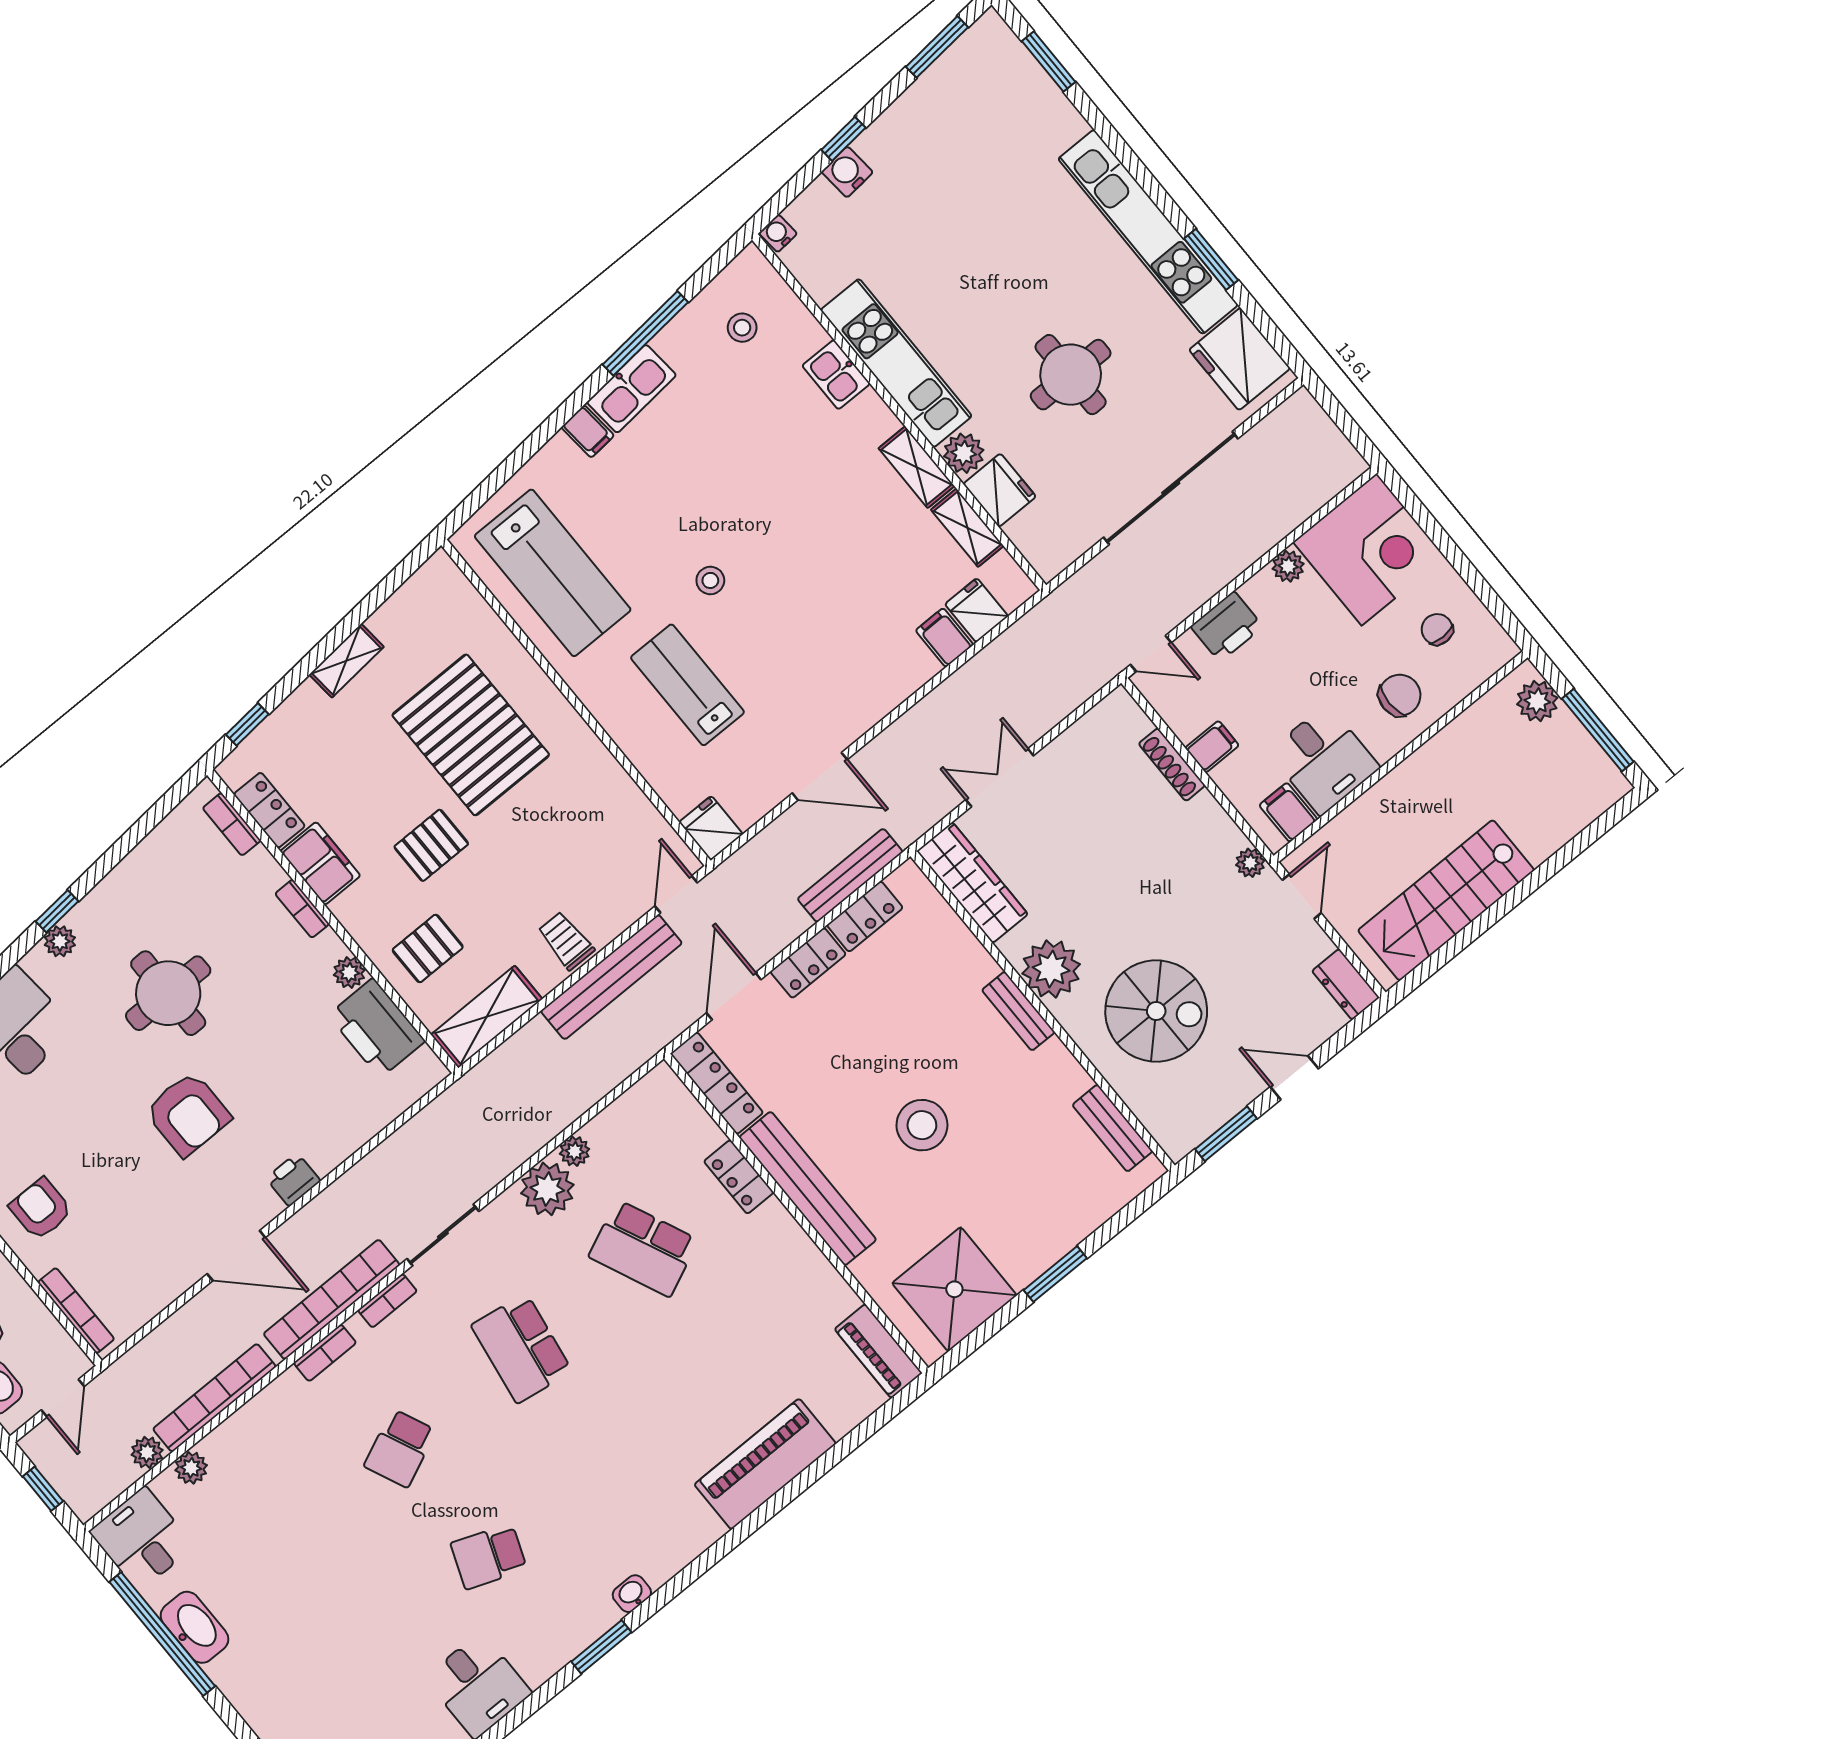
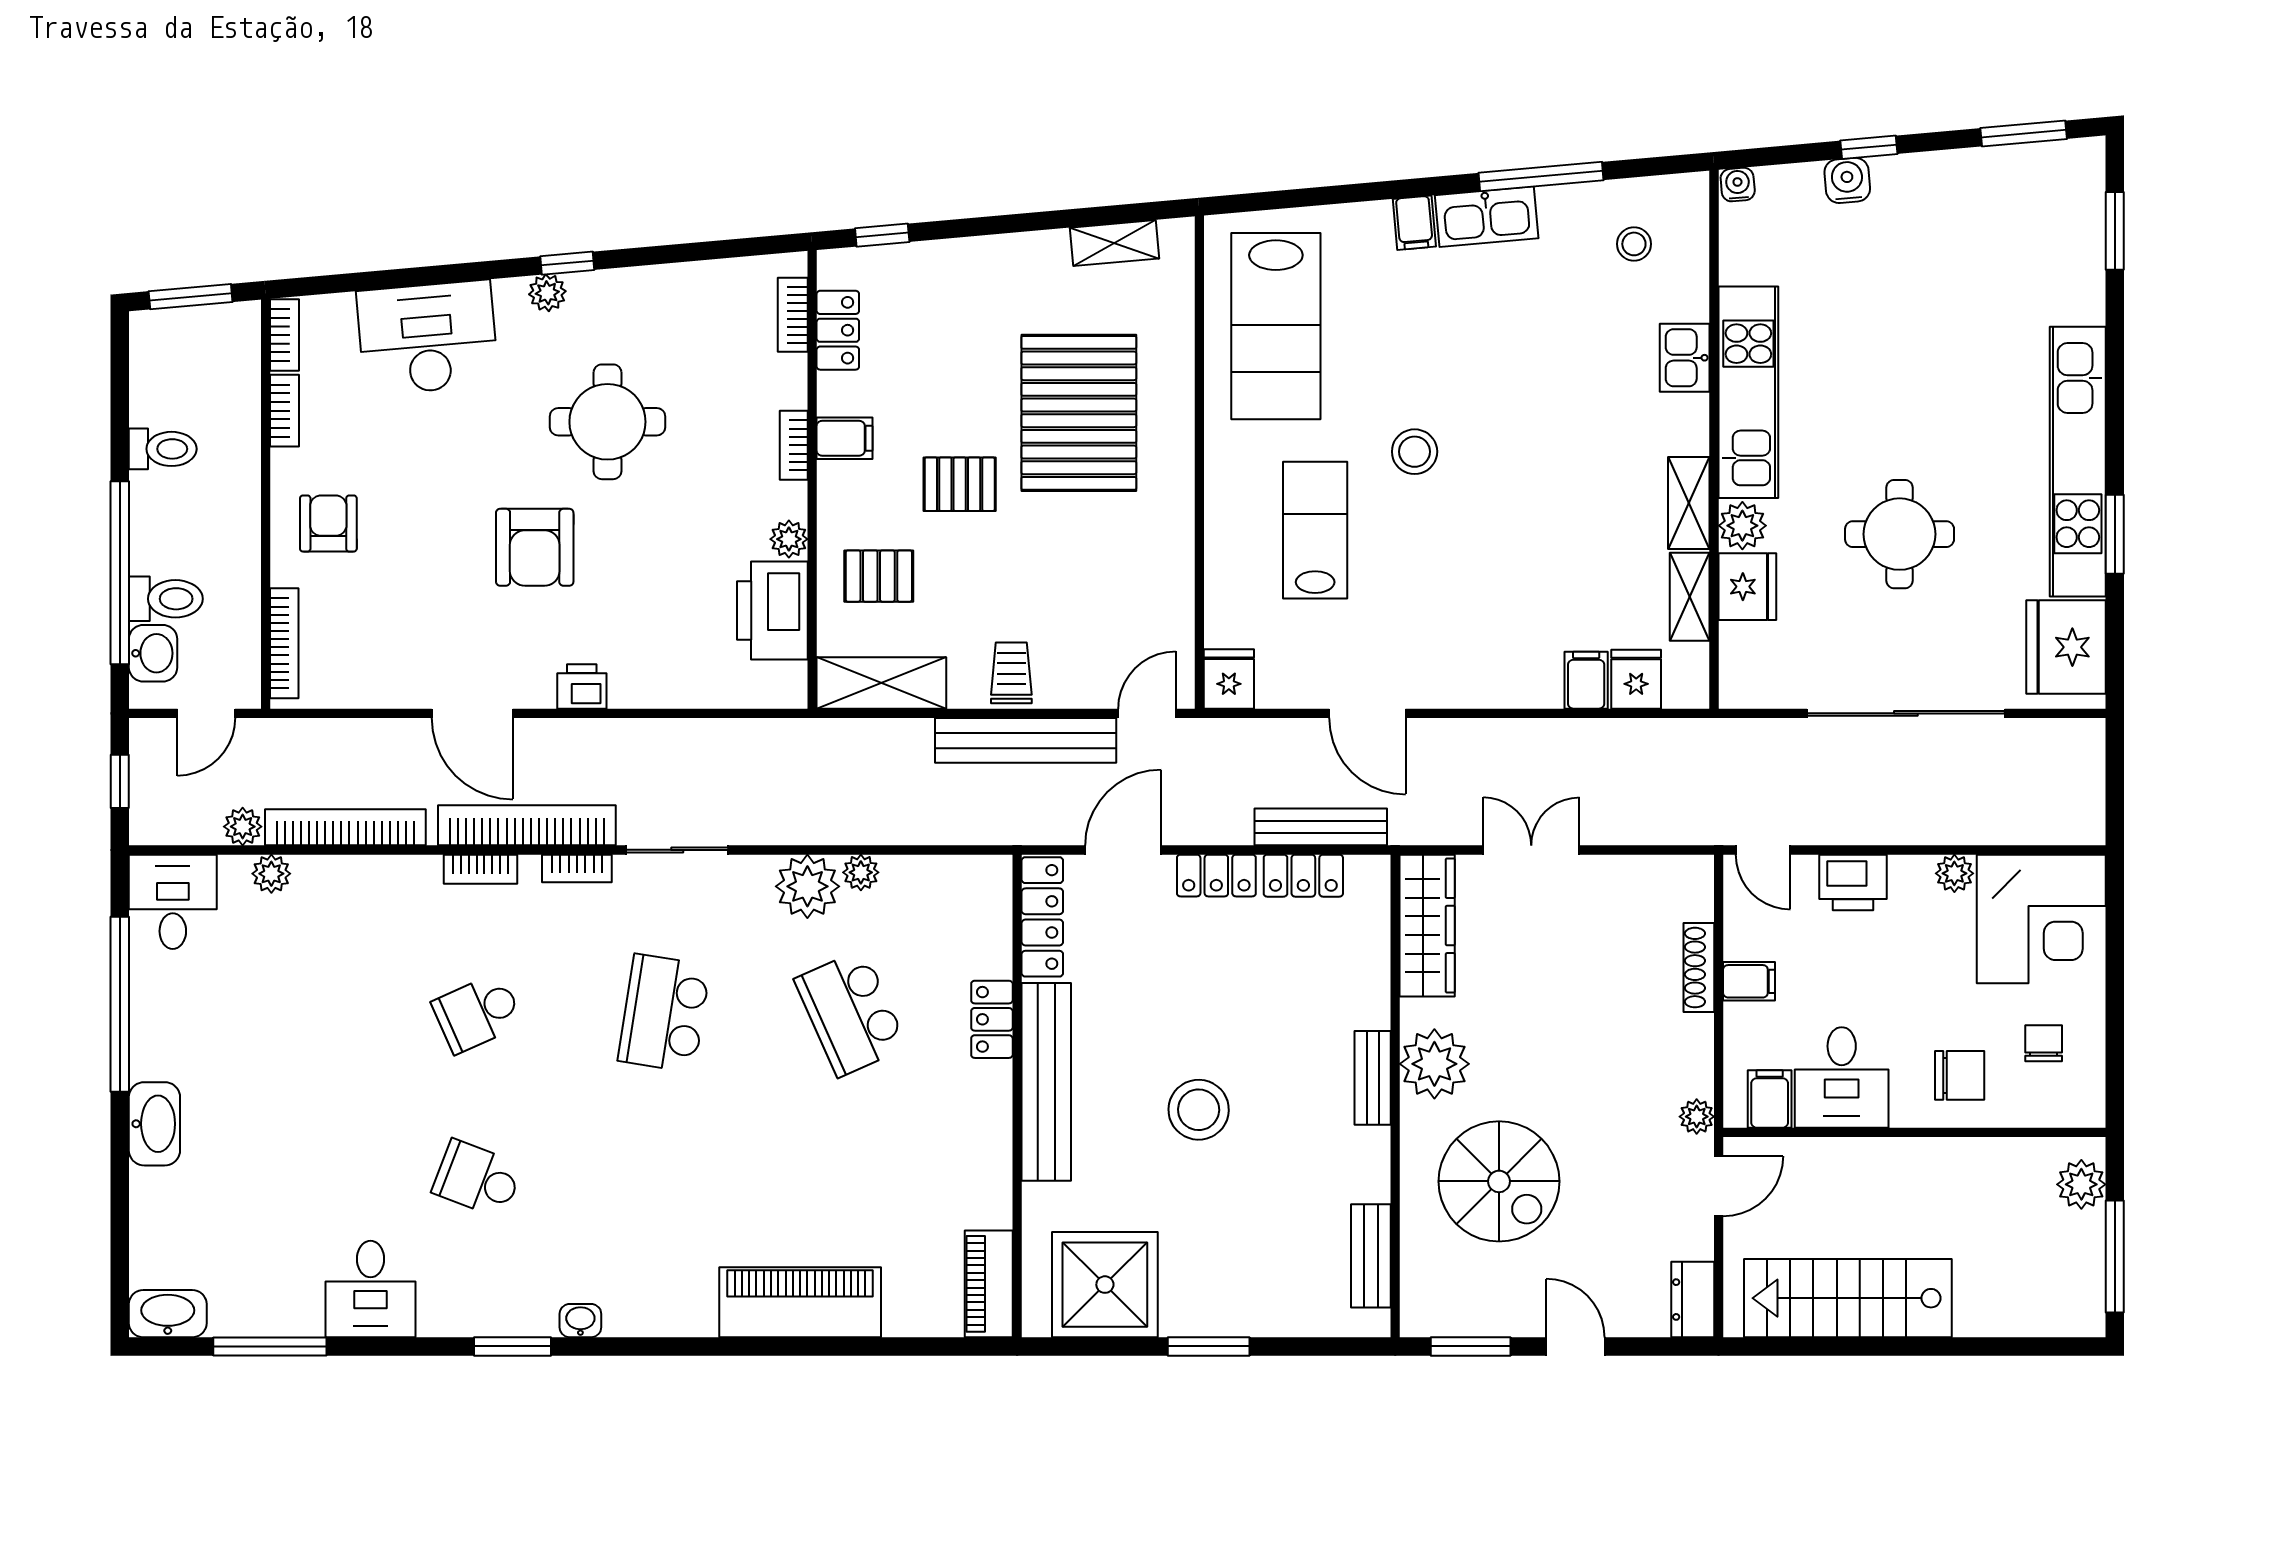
stool: (710, 580) -> (1415, 452), width x1.37, depth x1.37
shelving: (346, 661) -> (1114, 243), moved
filing cabinet: (320, 863) -> (845, 438), width x0.50
washbasin: (194, 1627) -> (154, 1124), moved

